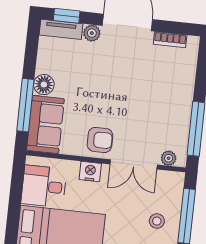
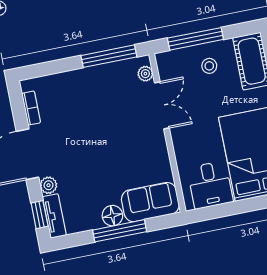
window: (25, 105) -> (120, 231), moved
armchair: (100, 140) -> (149, 145), removed
nightstand: (90, 172) -> (182, 145), removed

